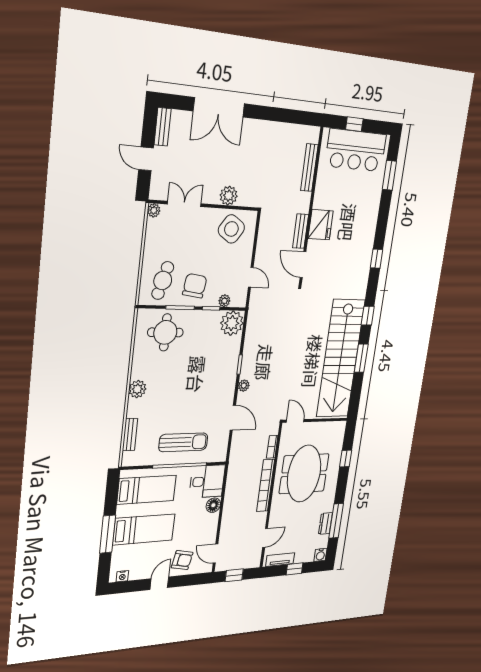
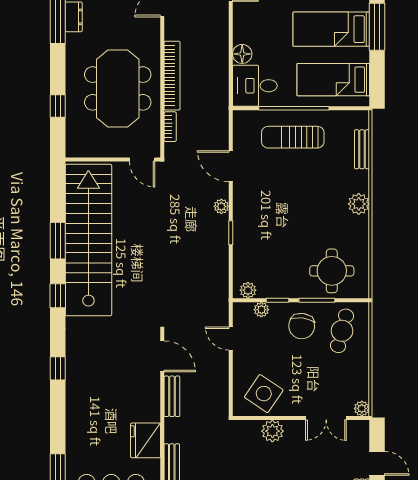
fridge: (321, 225) -> (145, 440), moved
plant: (232, 323) -> (248, 290), width x0.53, depth x0.53

